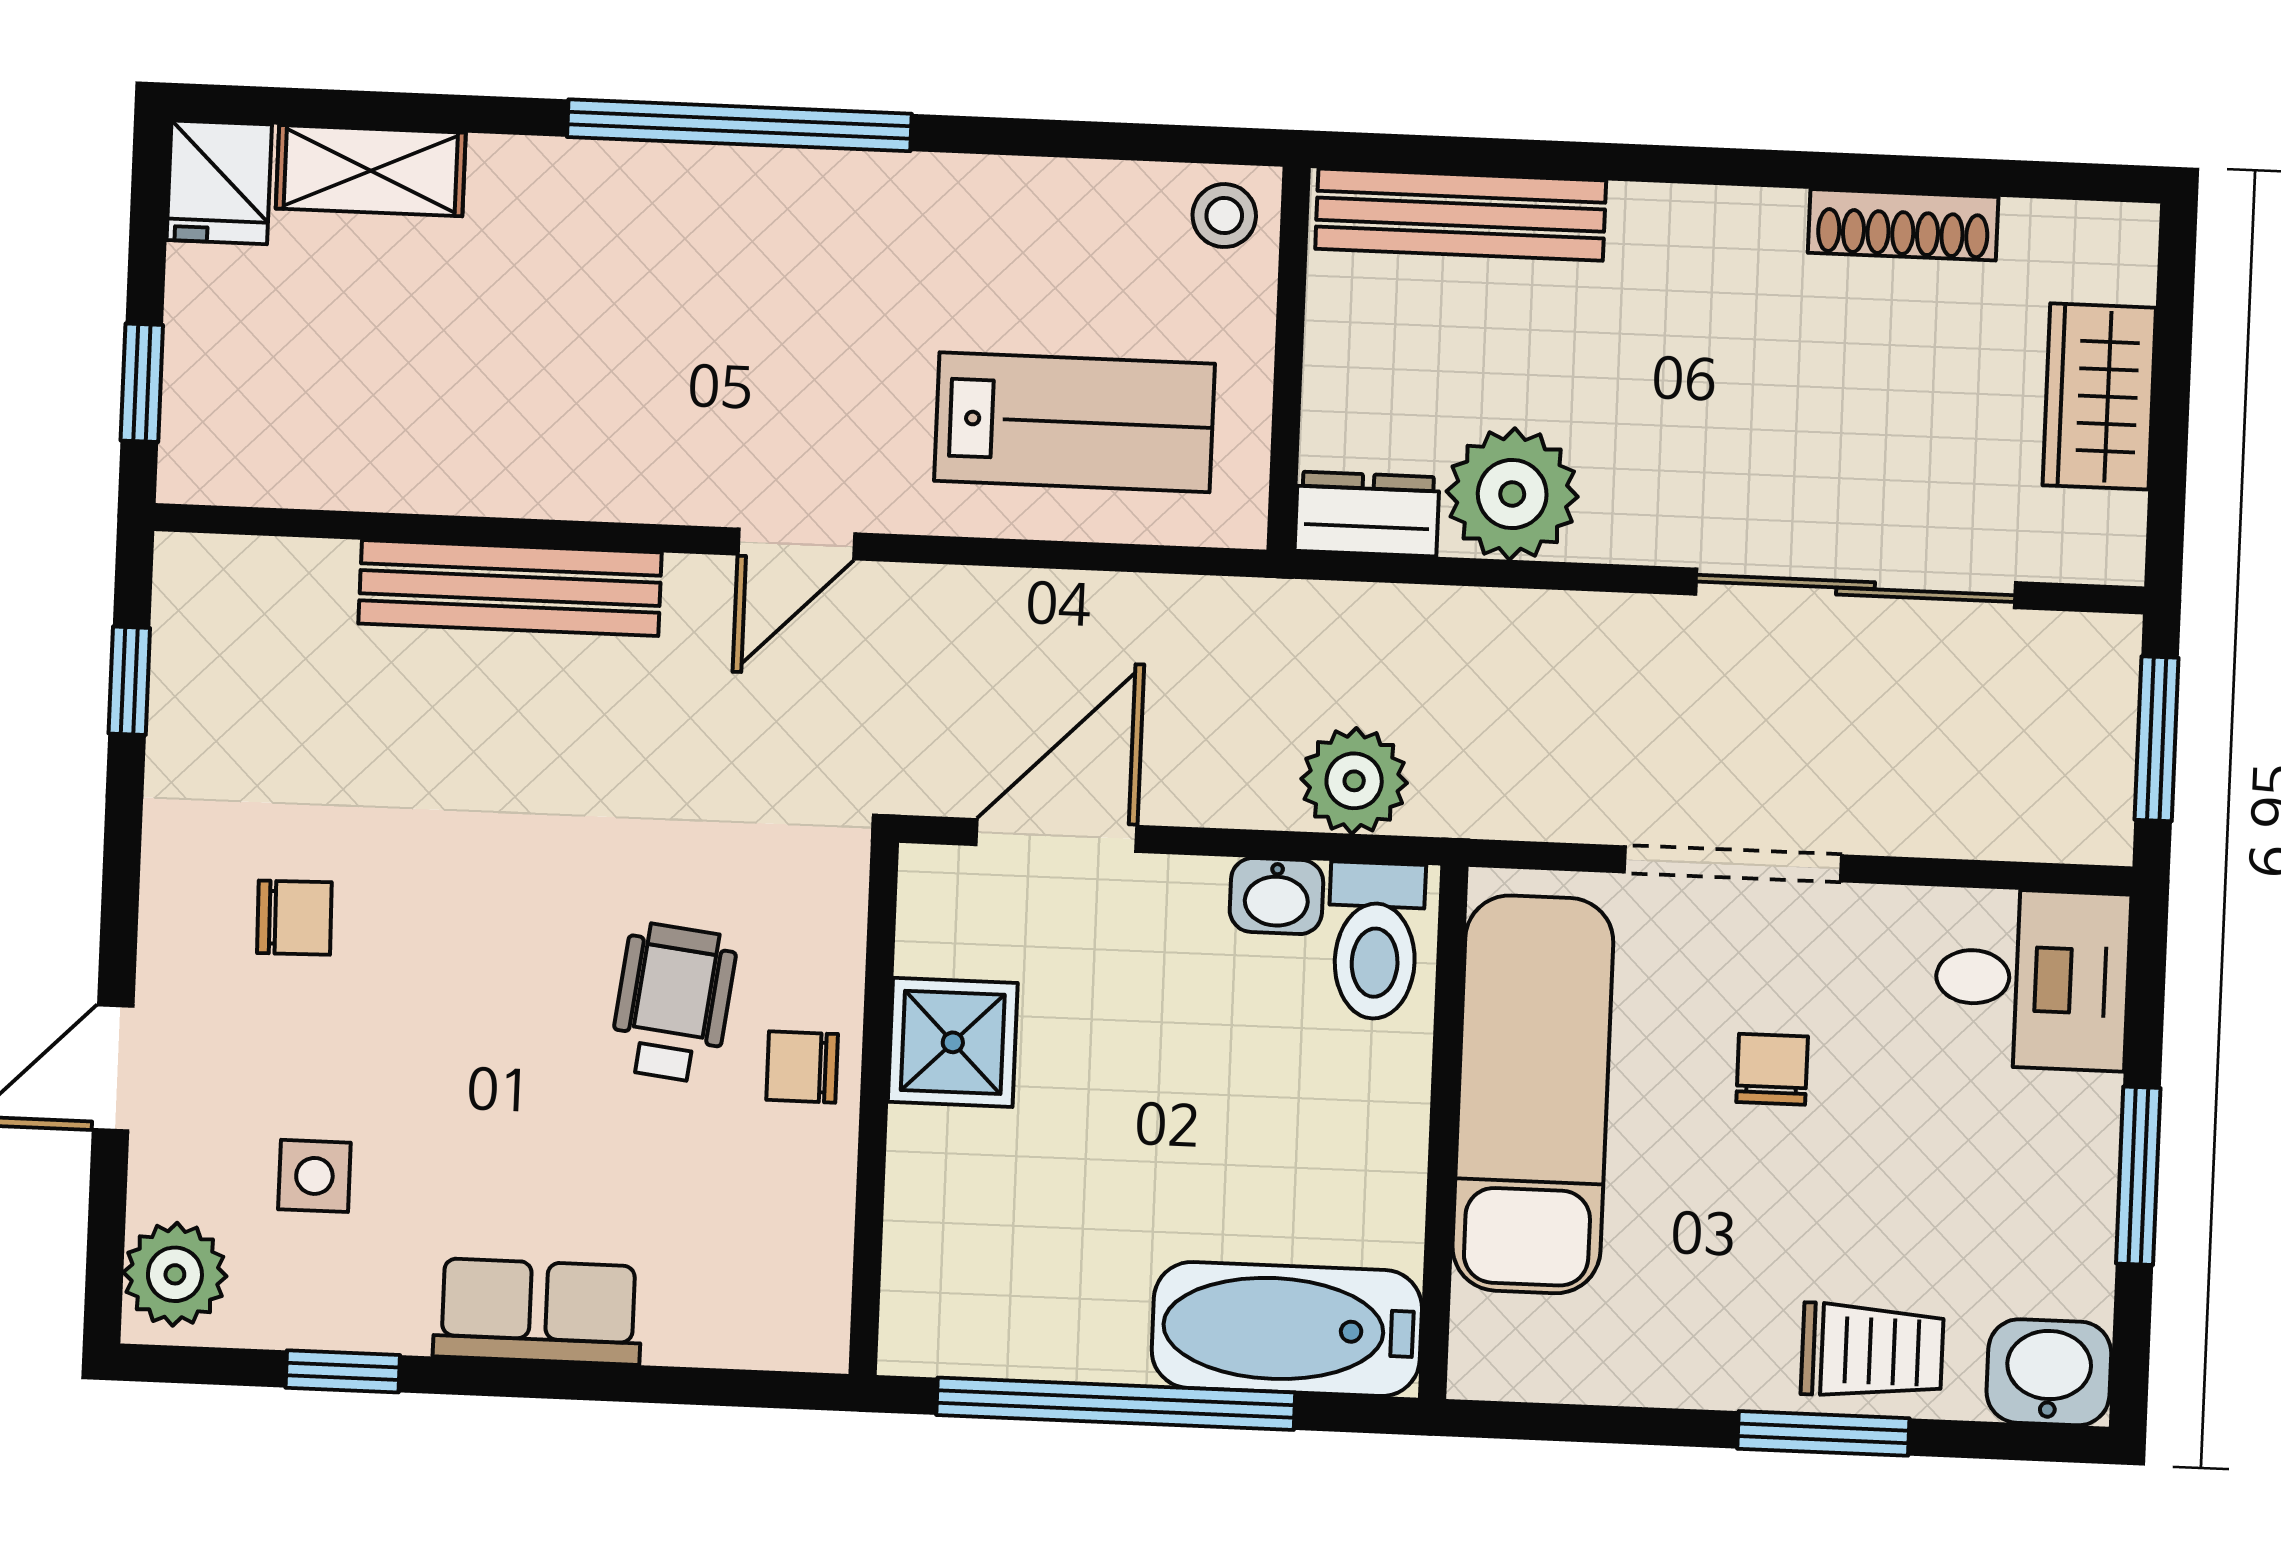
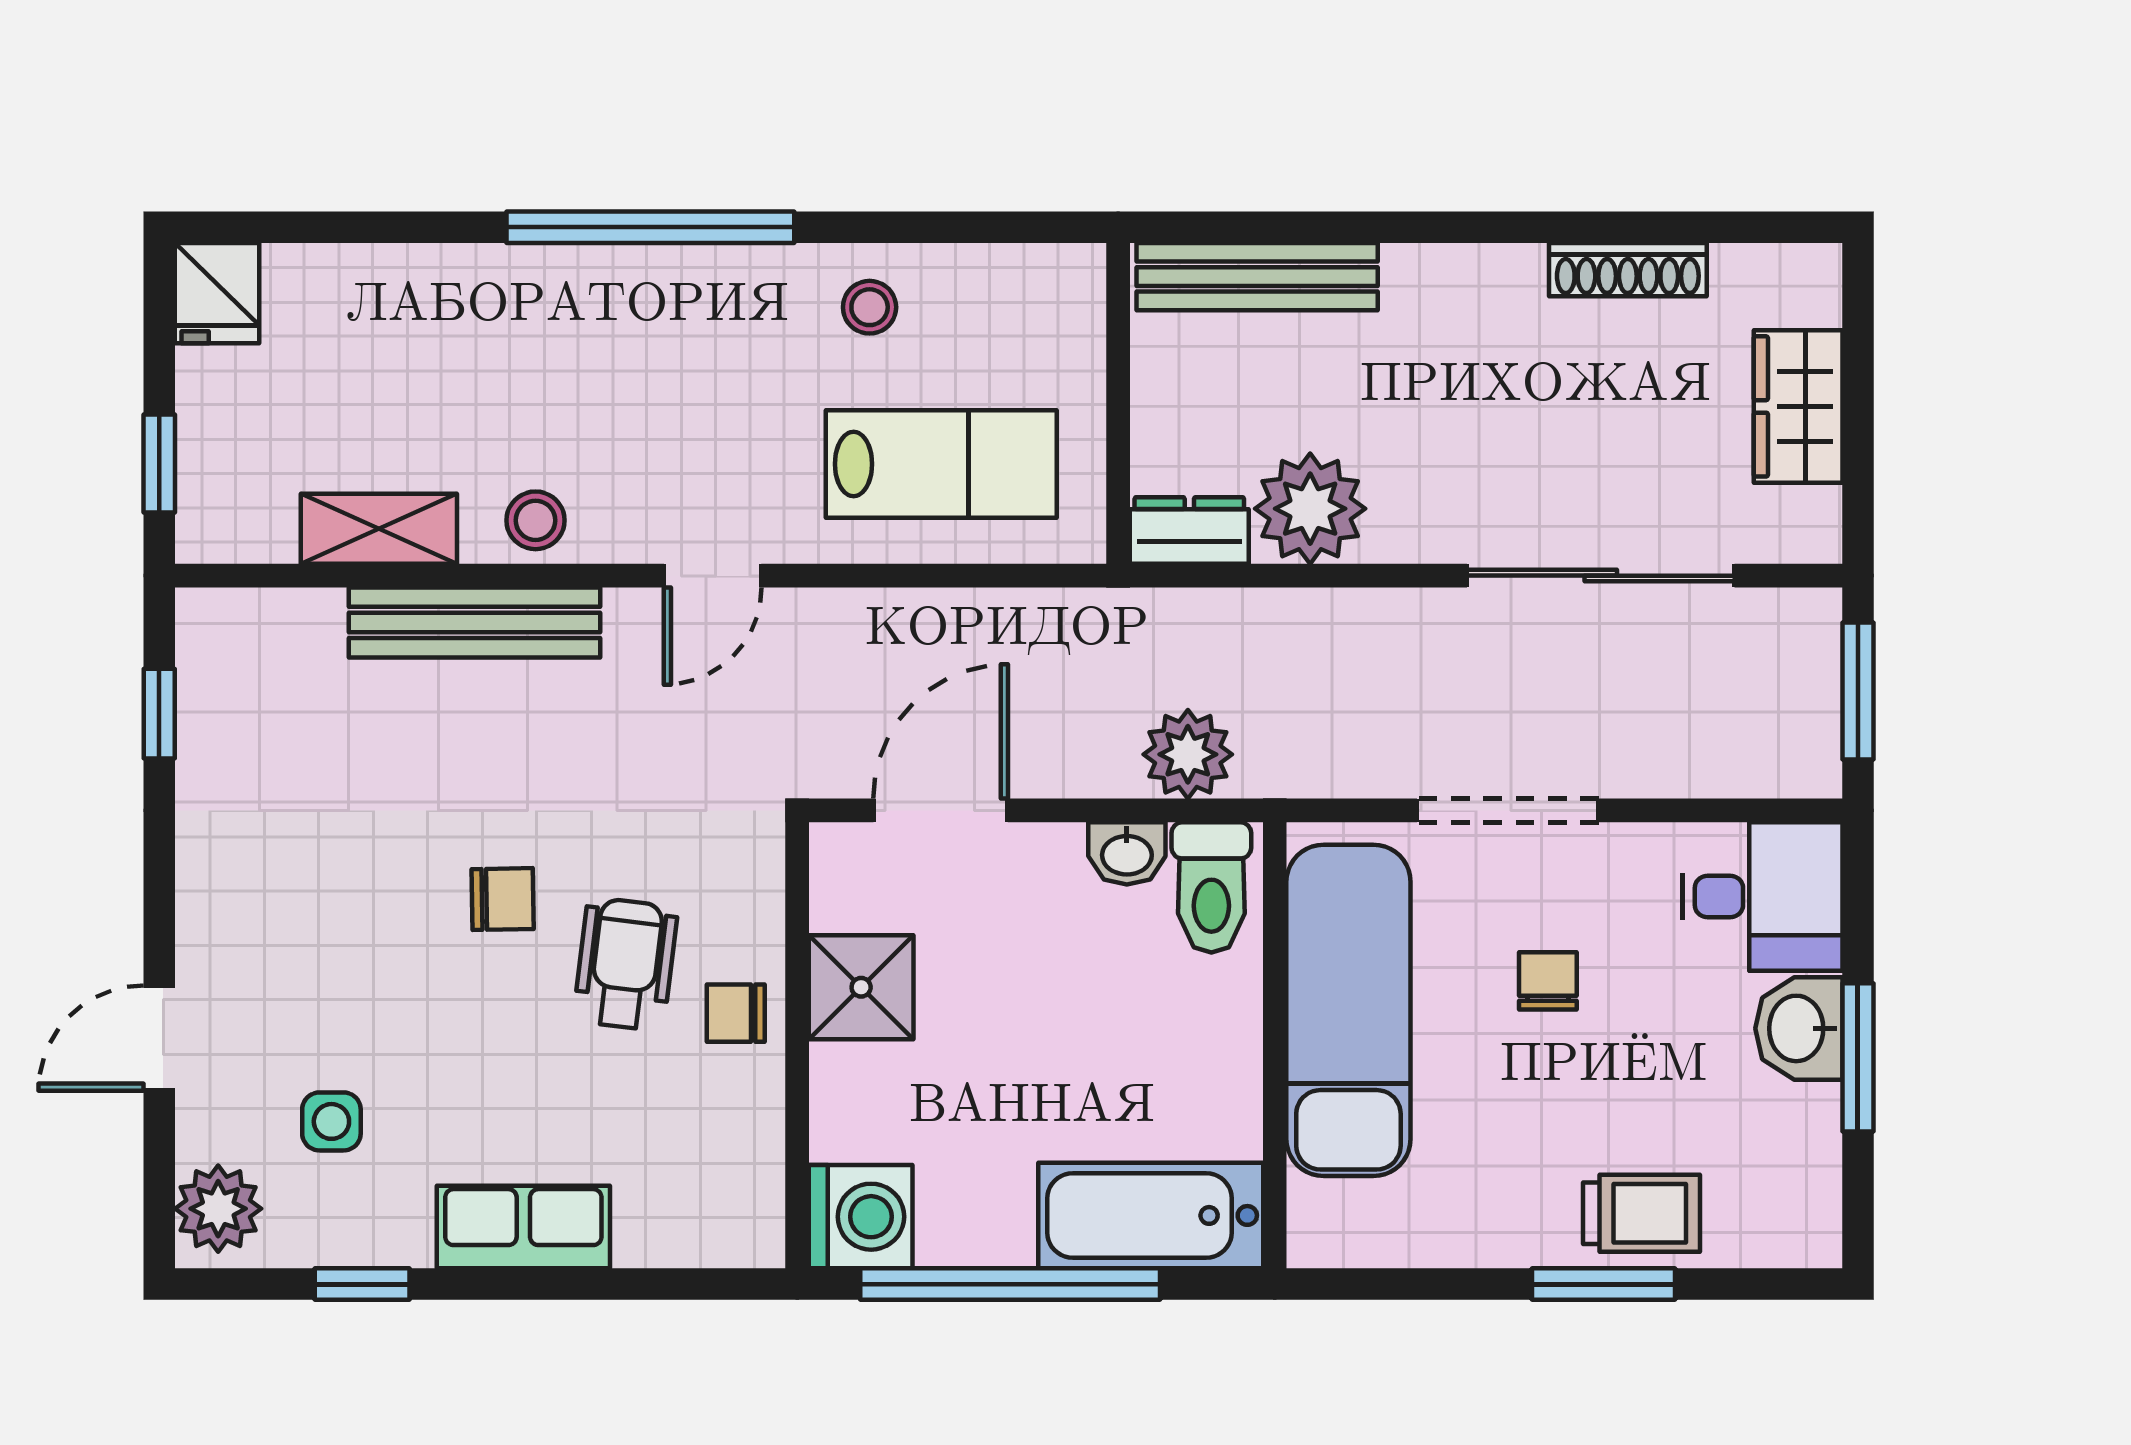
shelving: (371, 171) -> (379, 529), moved
stool: (1224, 216) -> (870, 307), moved
stool: (588, 469) -> (536, 520), added
chair: (294, 918) -> (503, 899), moved
washing machine: (941, 1316) -> (861, 1217), added
washbasin: (2049, 1372) -> (1799, 1028), moved, turned -90

